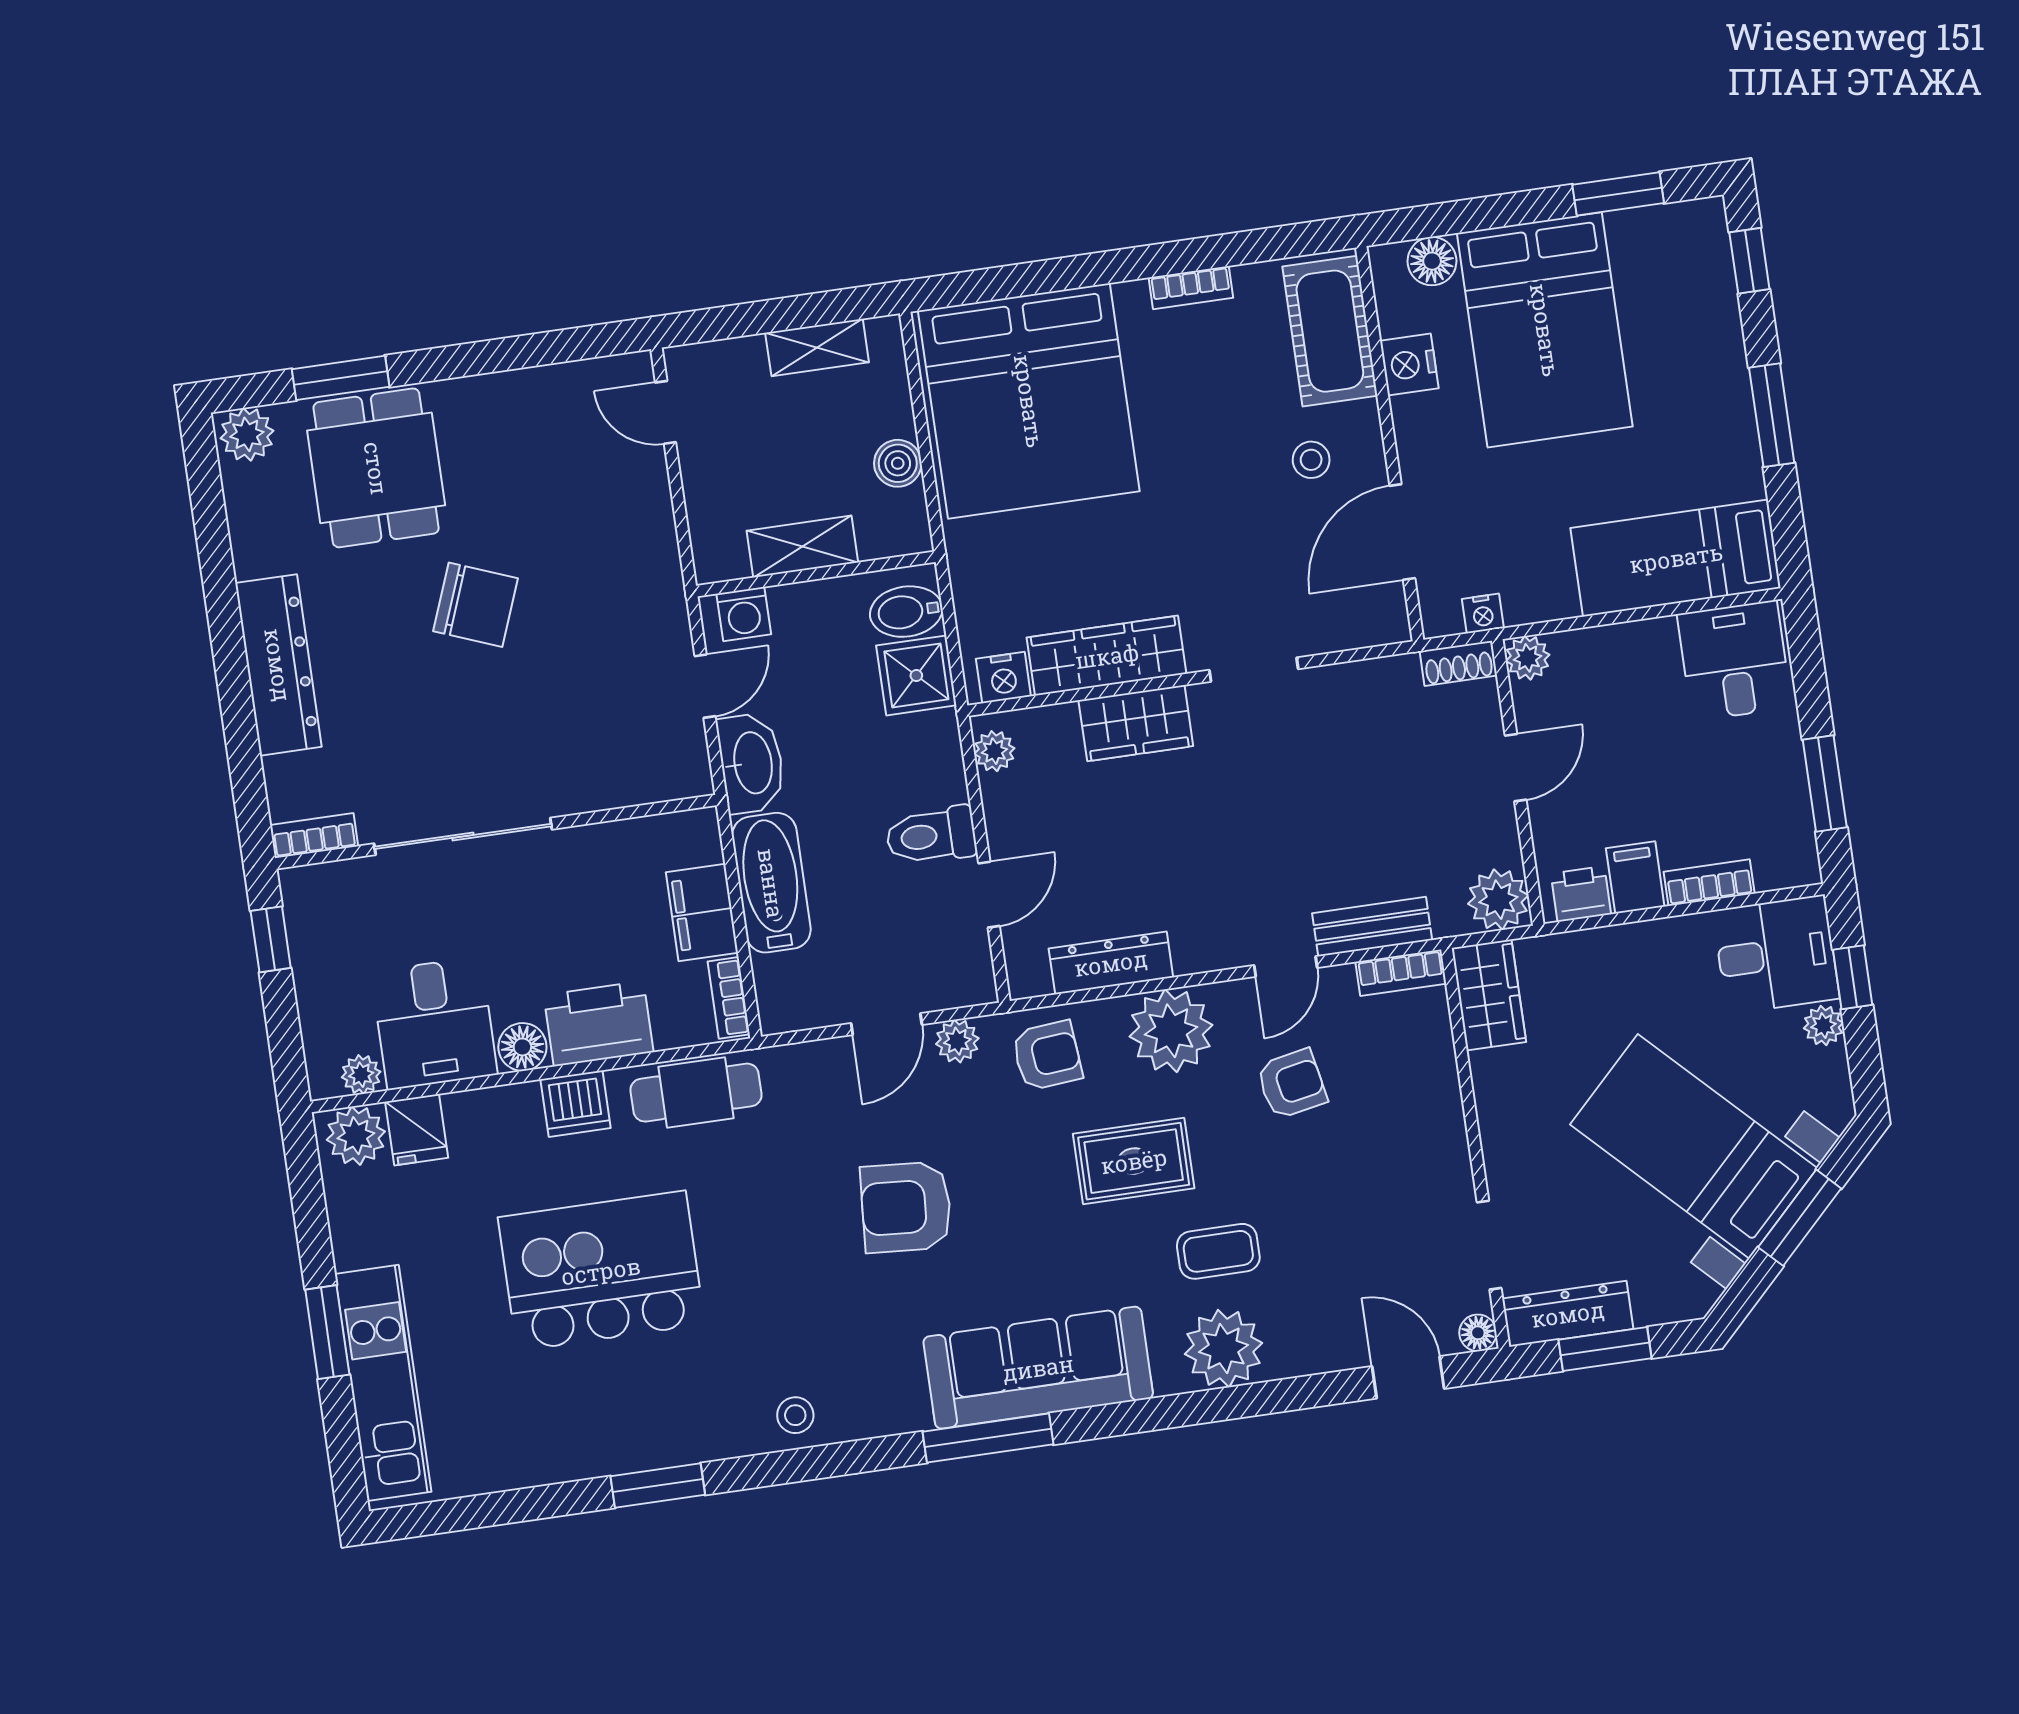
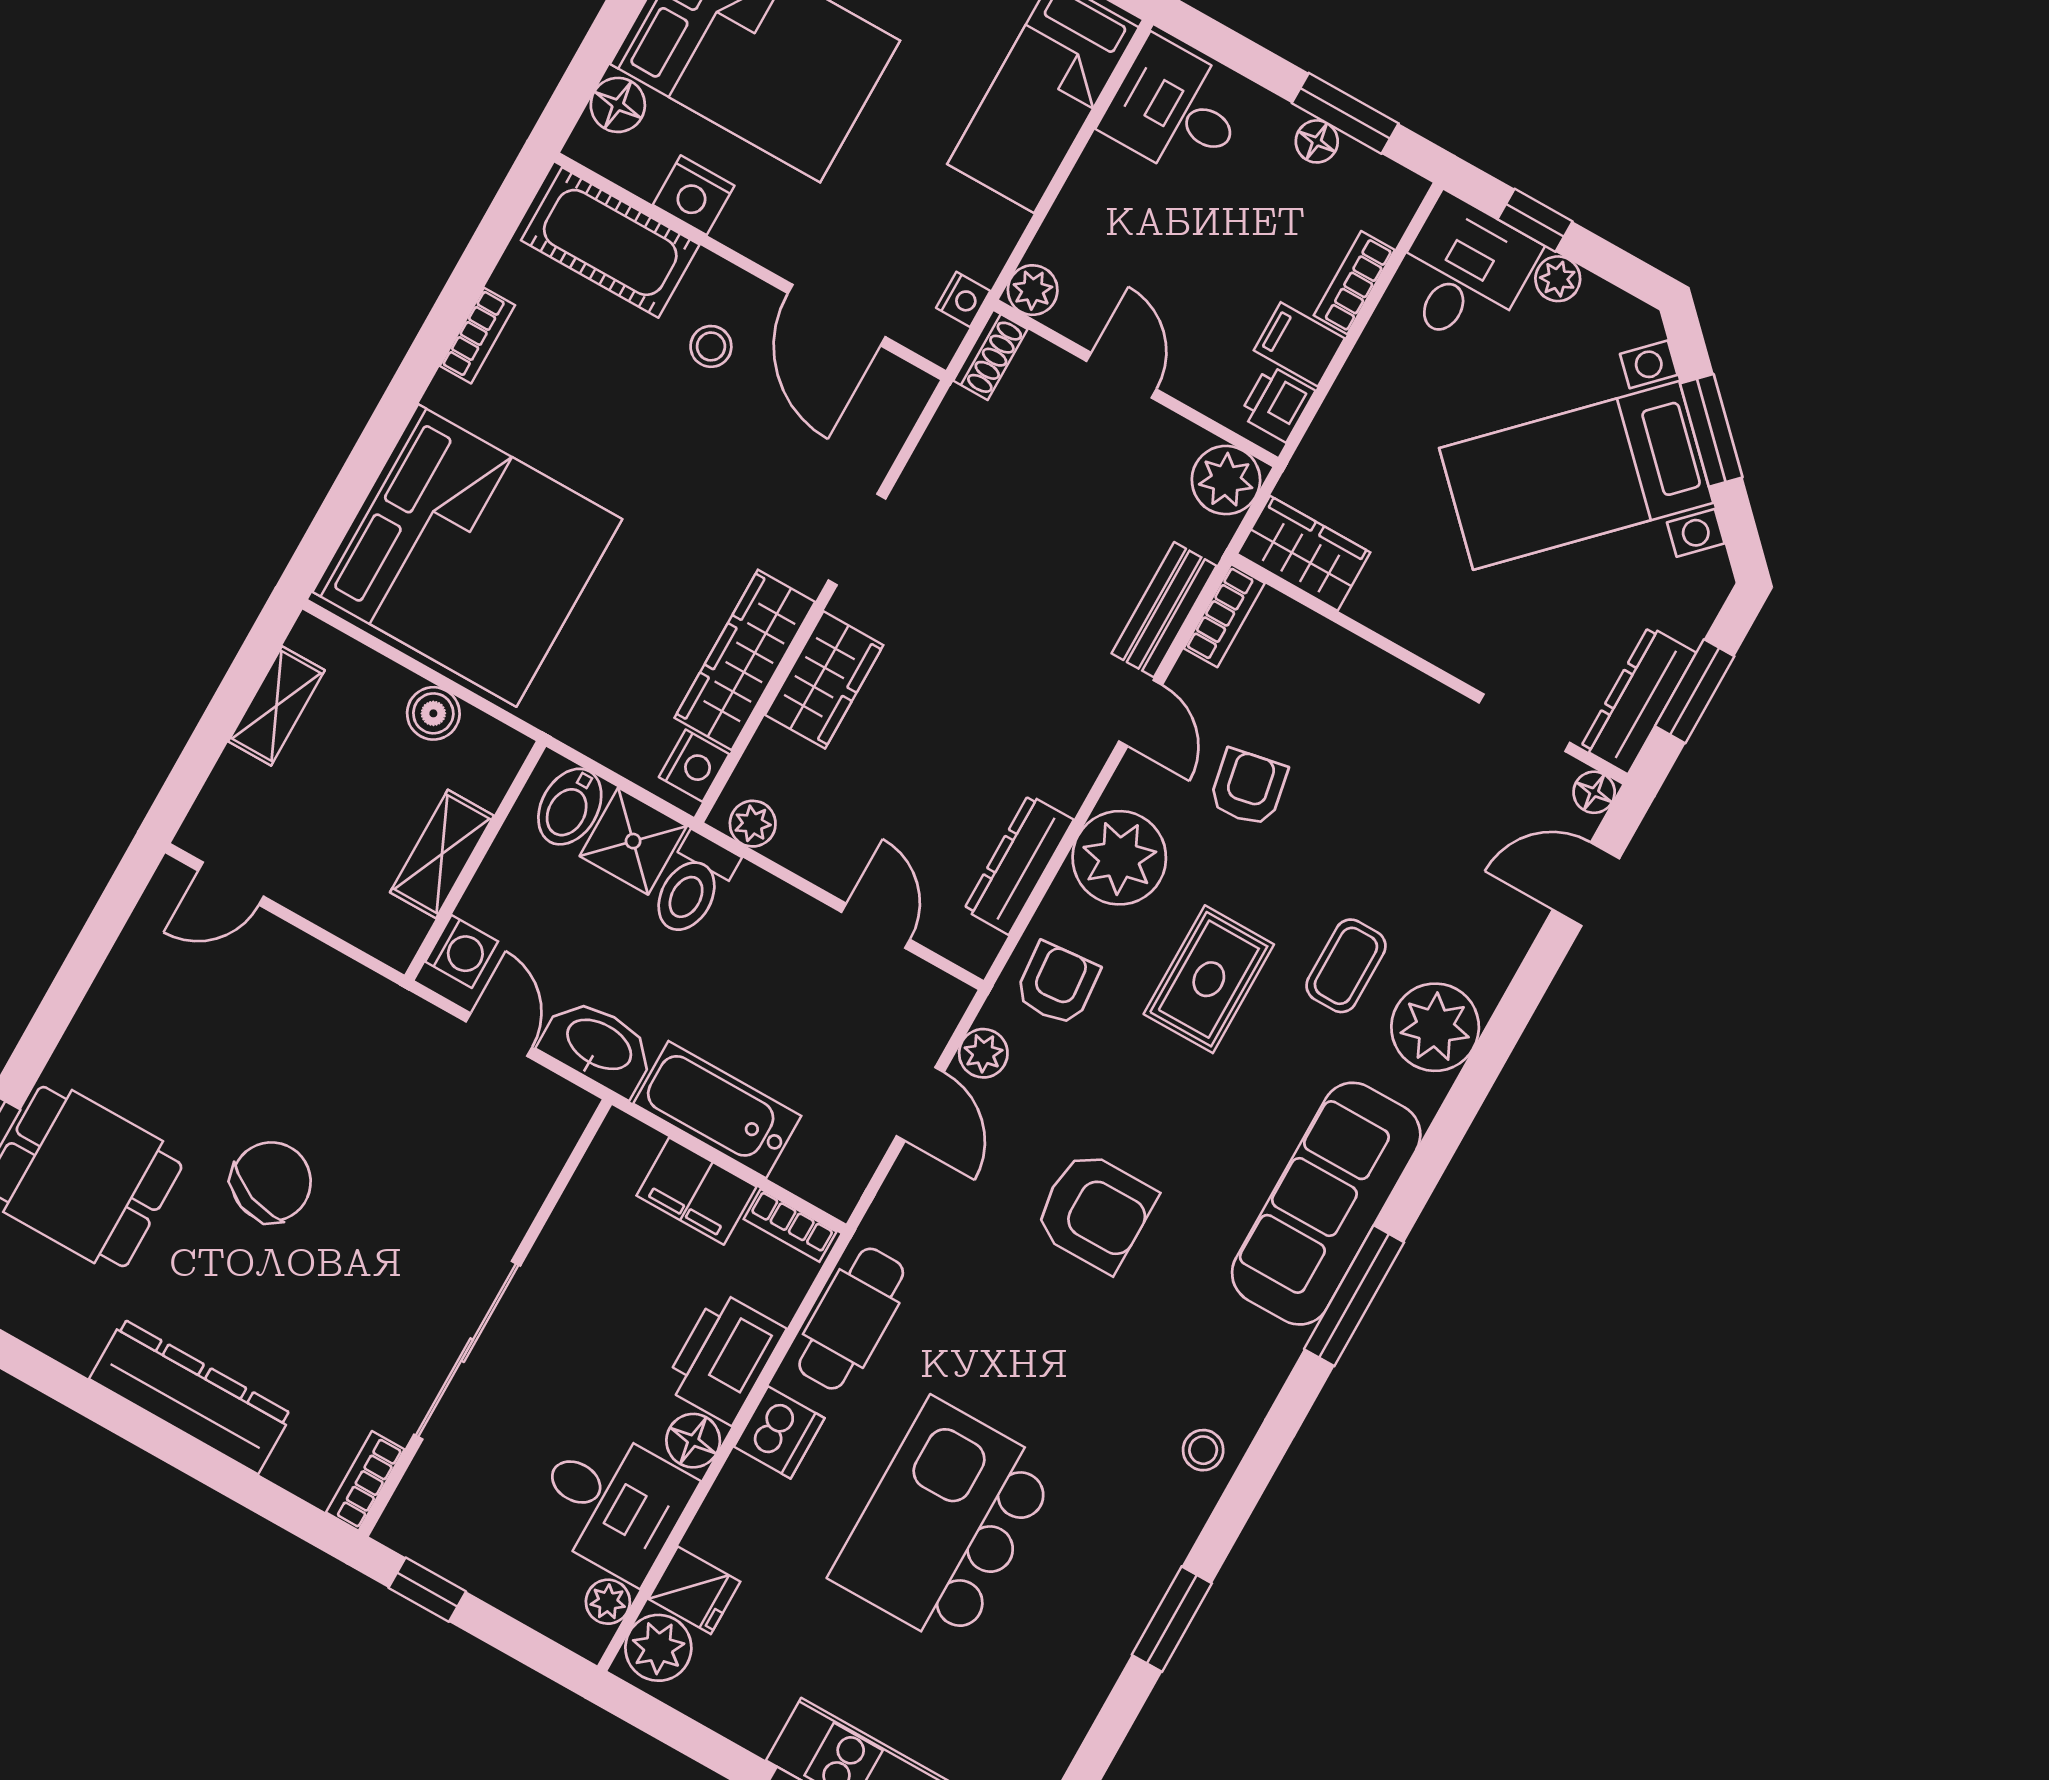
floor lamp: (1789, 779) -> (1317, 141), added
toilet: (931, 836) -> (693, 885), moved
armchair: (906, 1207) -> (1095, 1211), turned -94

